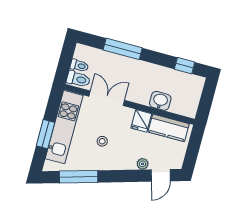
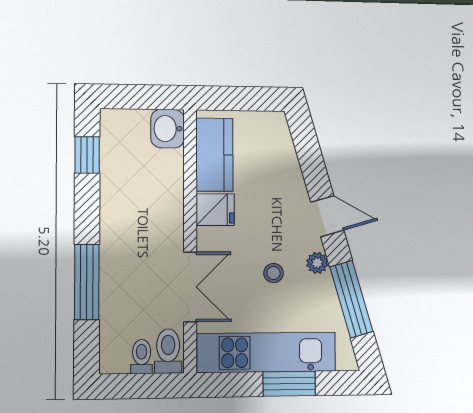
double door: (107, 98) -> (190, 287), swing flipped
washbasin: (160, 101) -> (167, 129), moved
plant: (143, 164) -> (317, 263), moved
door: (161, 175) -> (327, 216), moved

